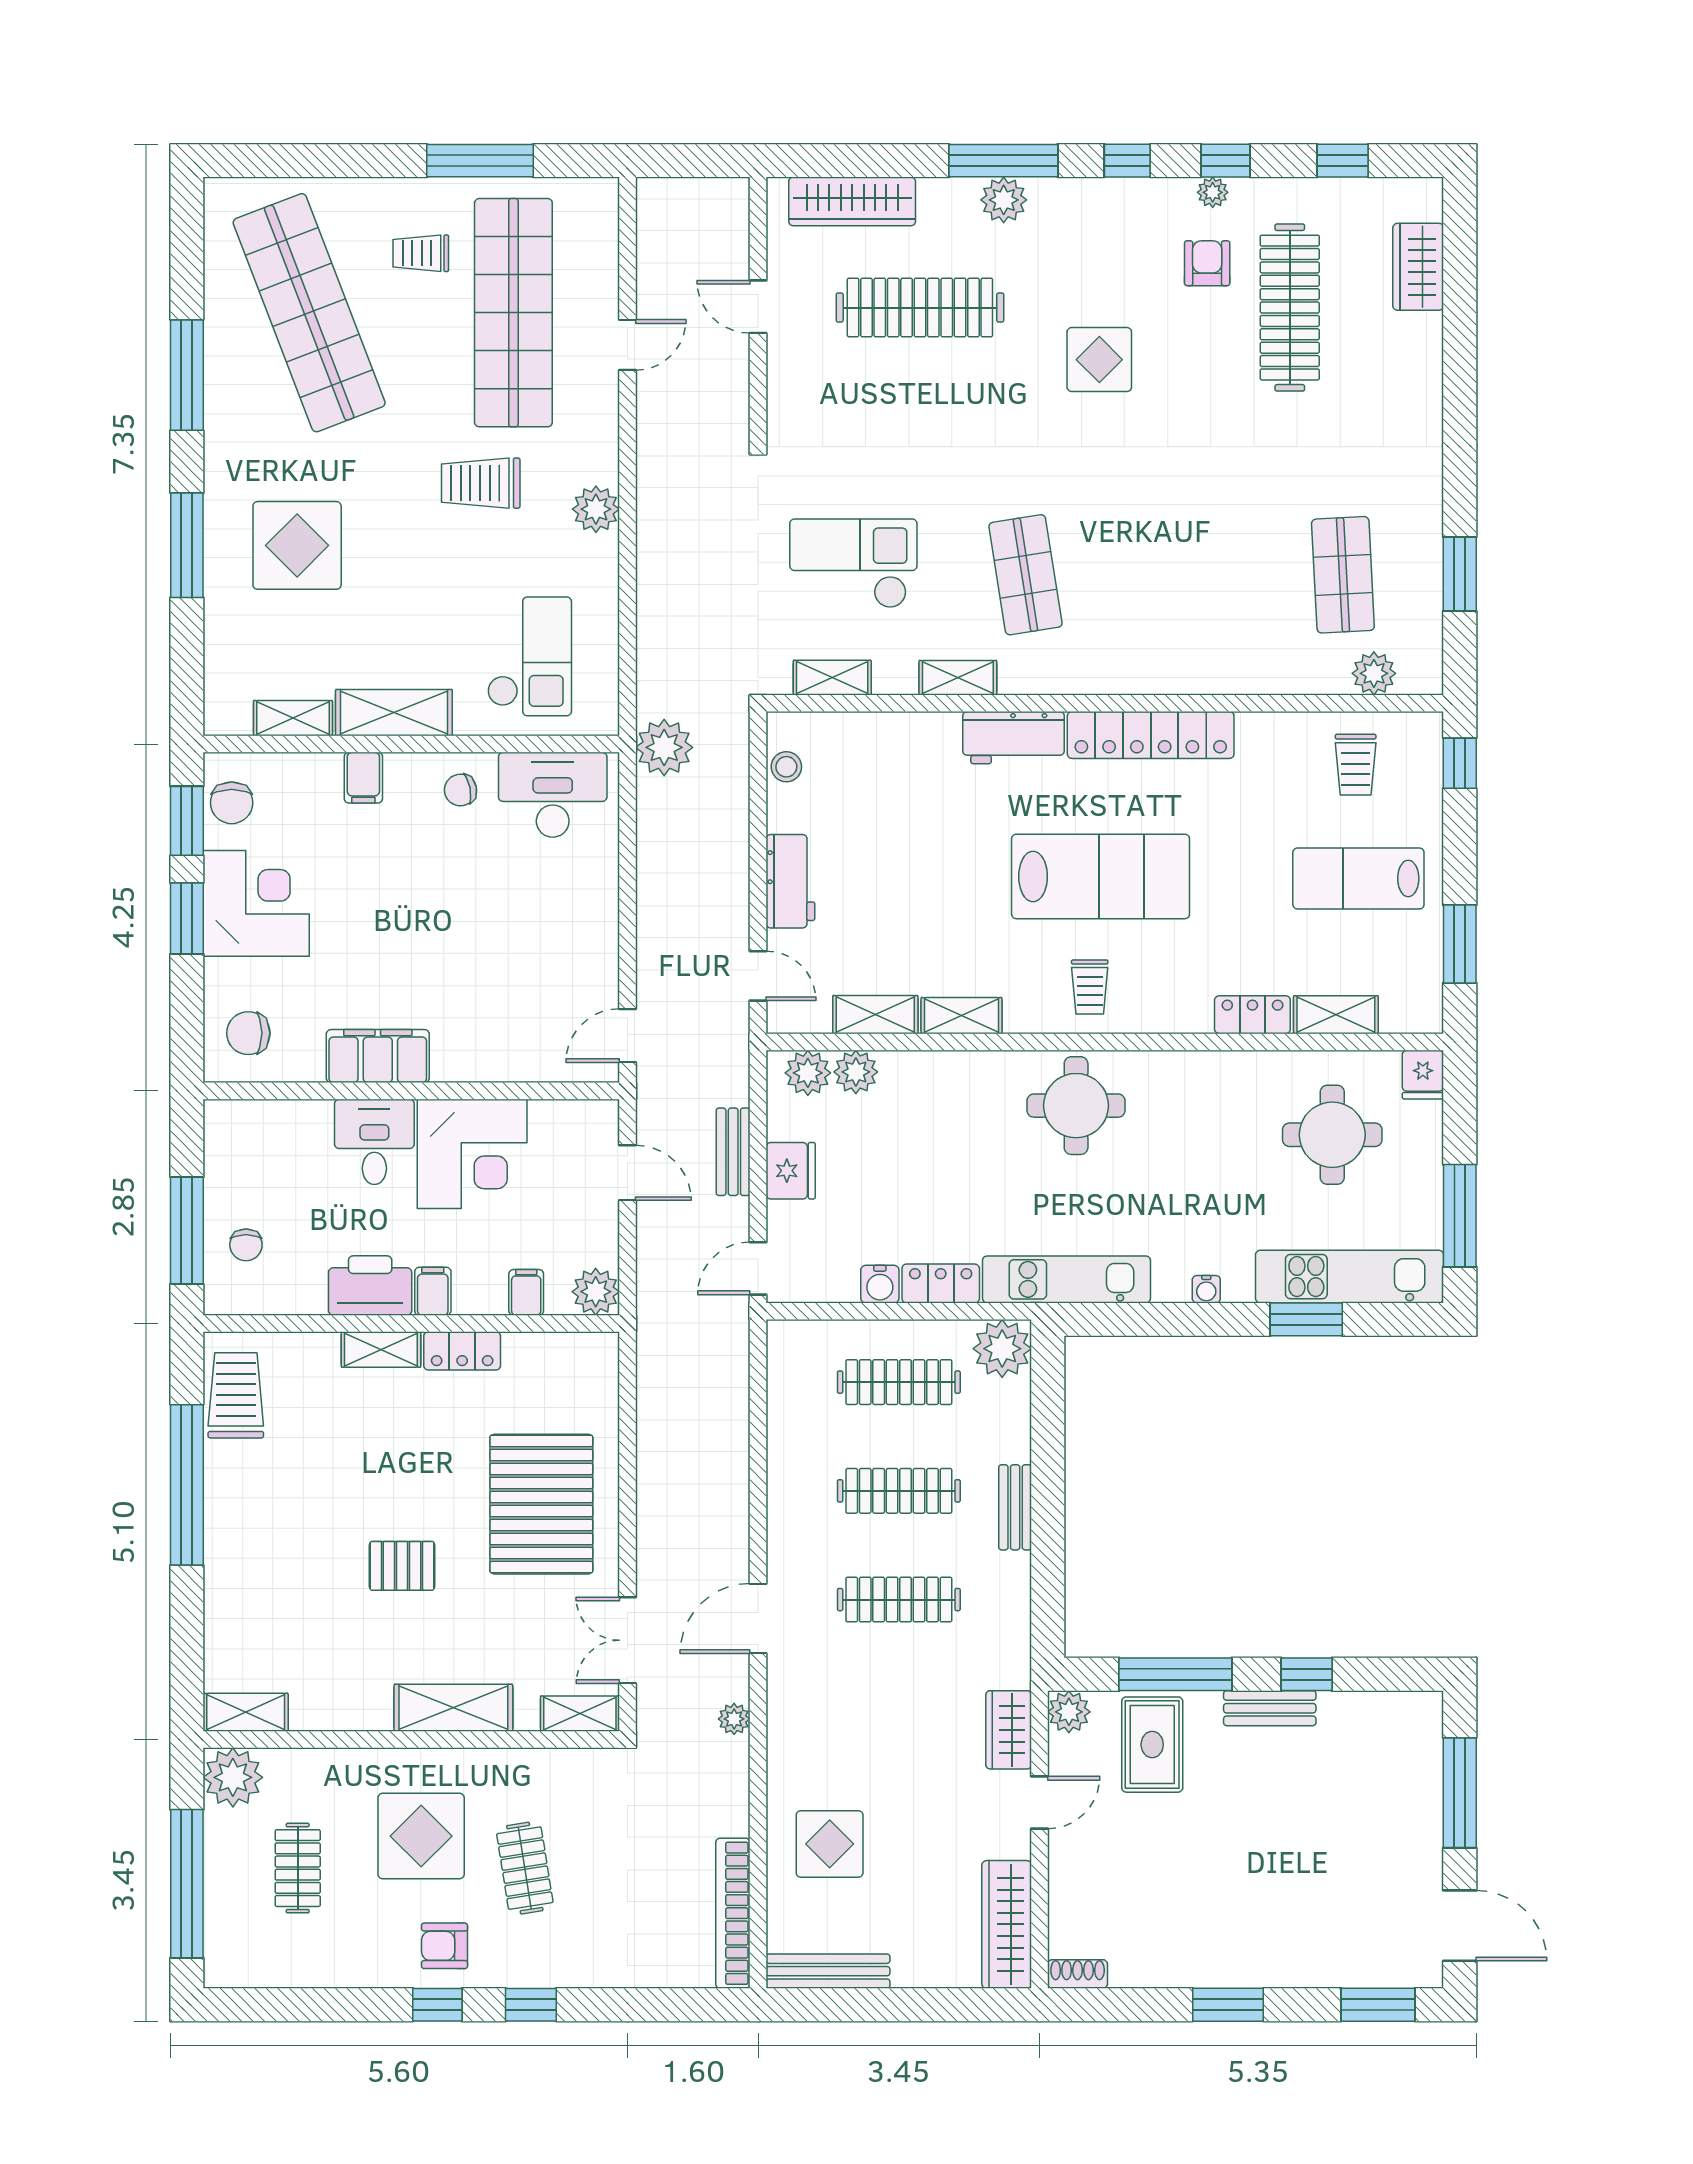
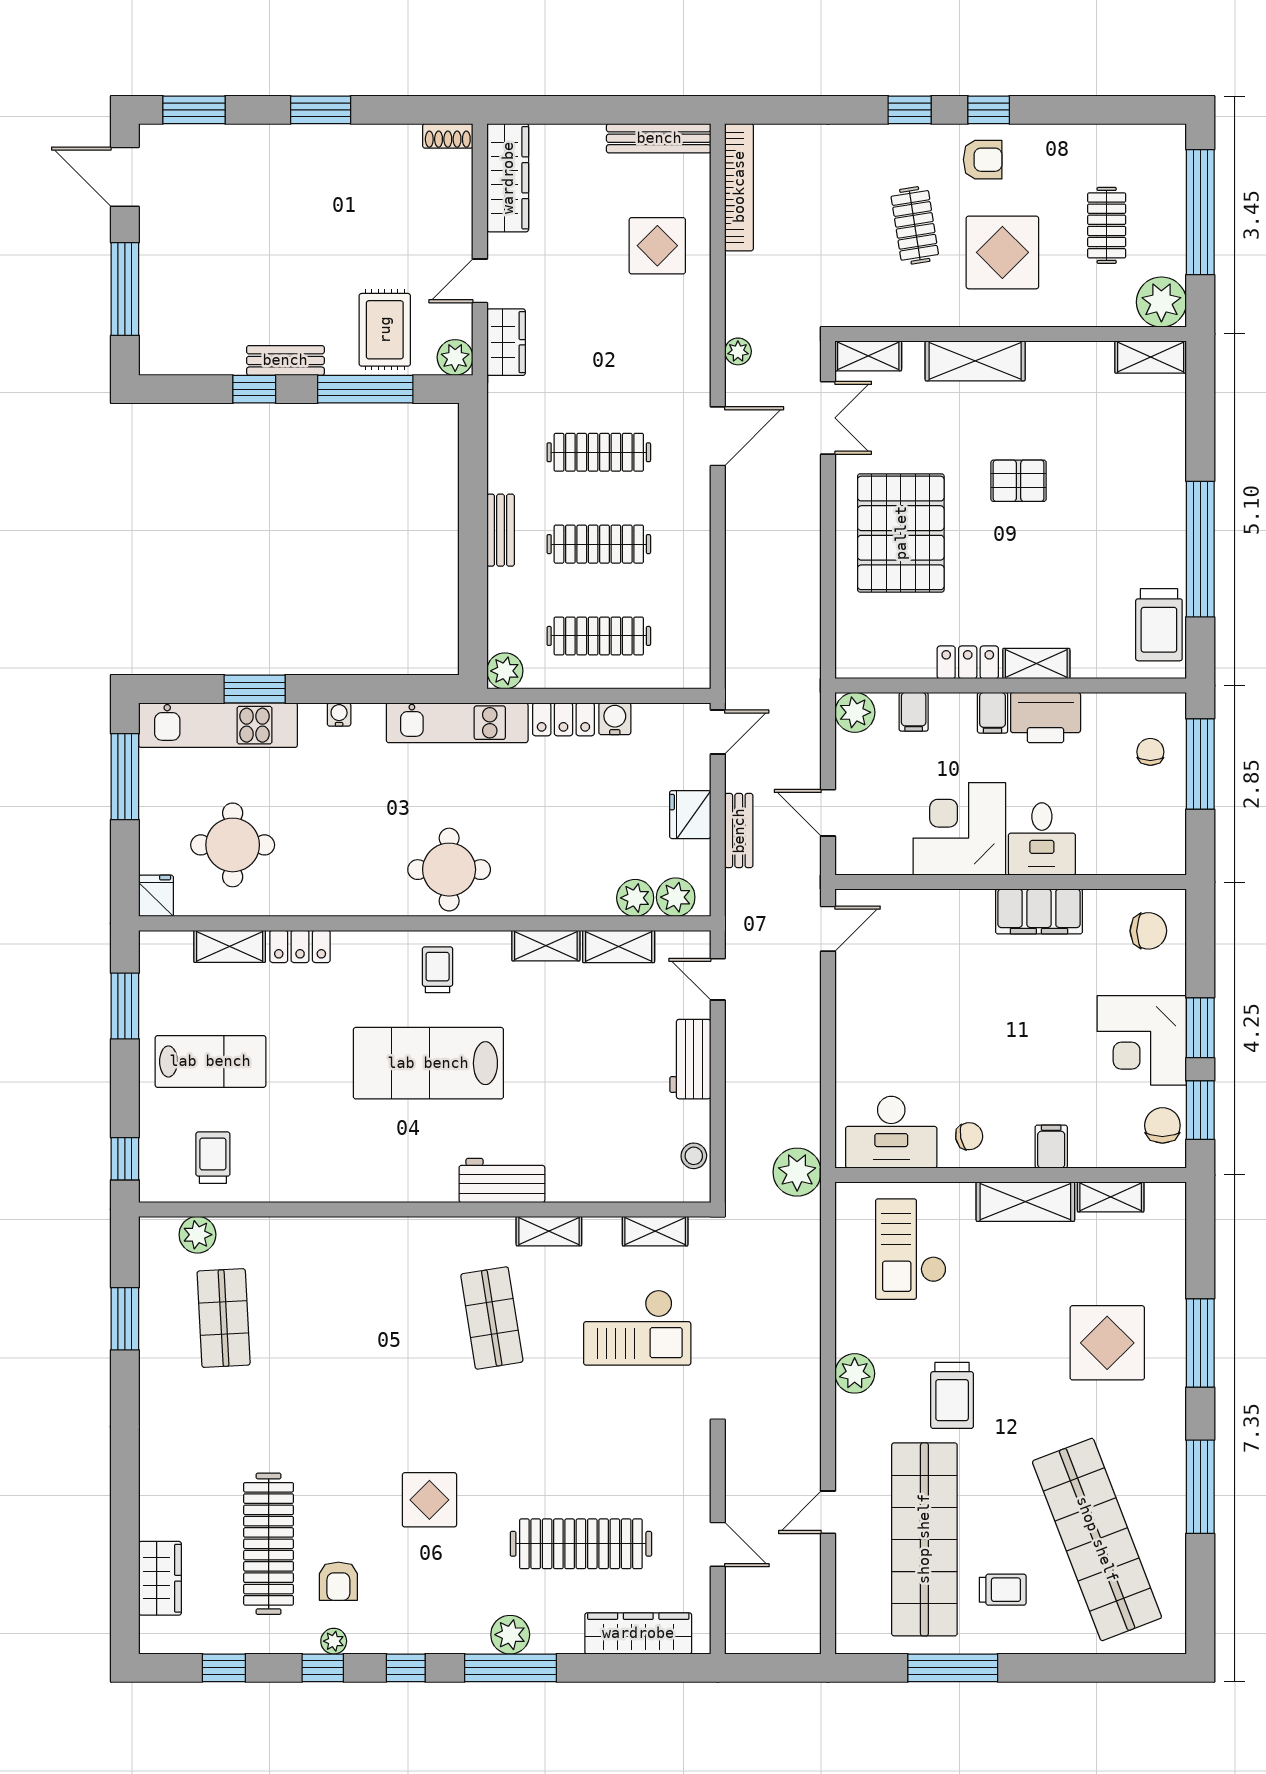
trolley: (481, 483) -> (952, 1395), turned 90
locker: (1151, 735) -> (386, 1183), removed
plant: (1002, 1349) -> (505, 671), width x0.73, depth x0.73

